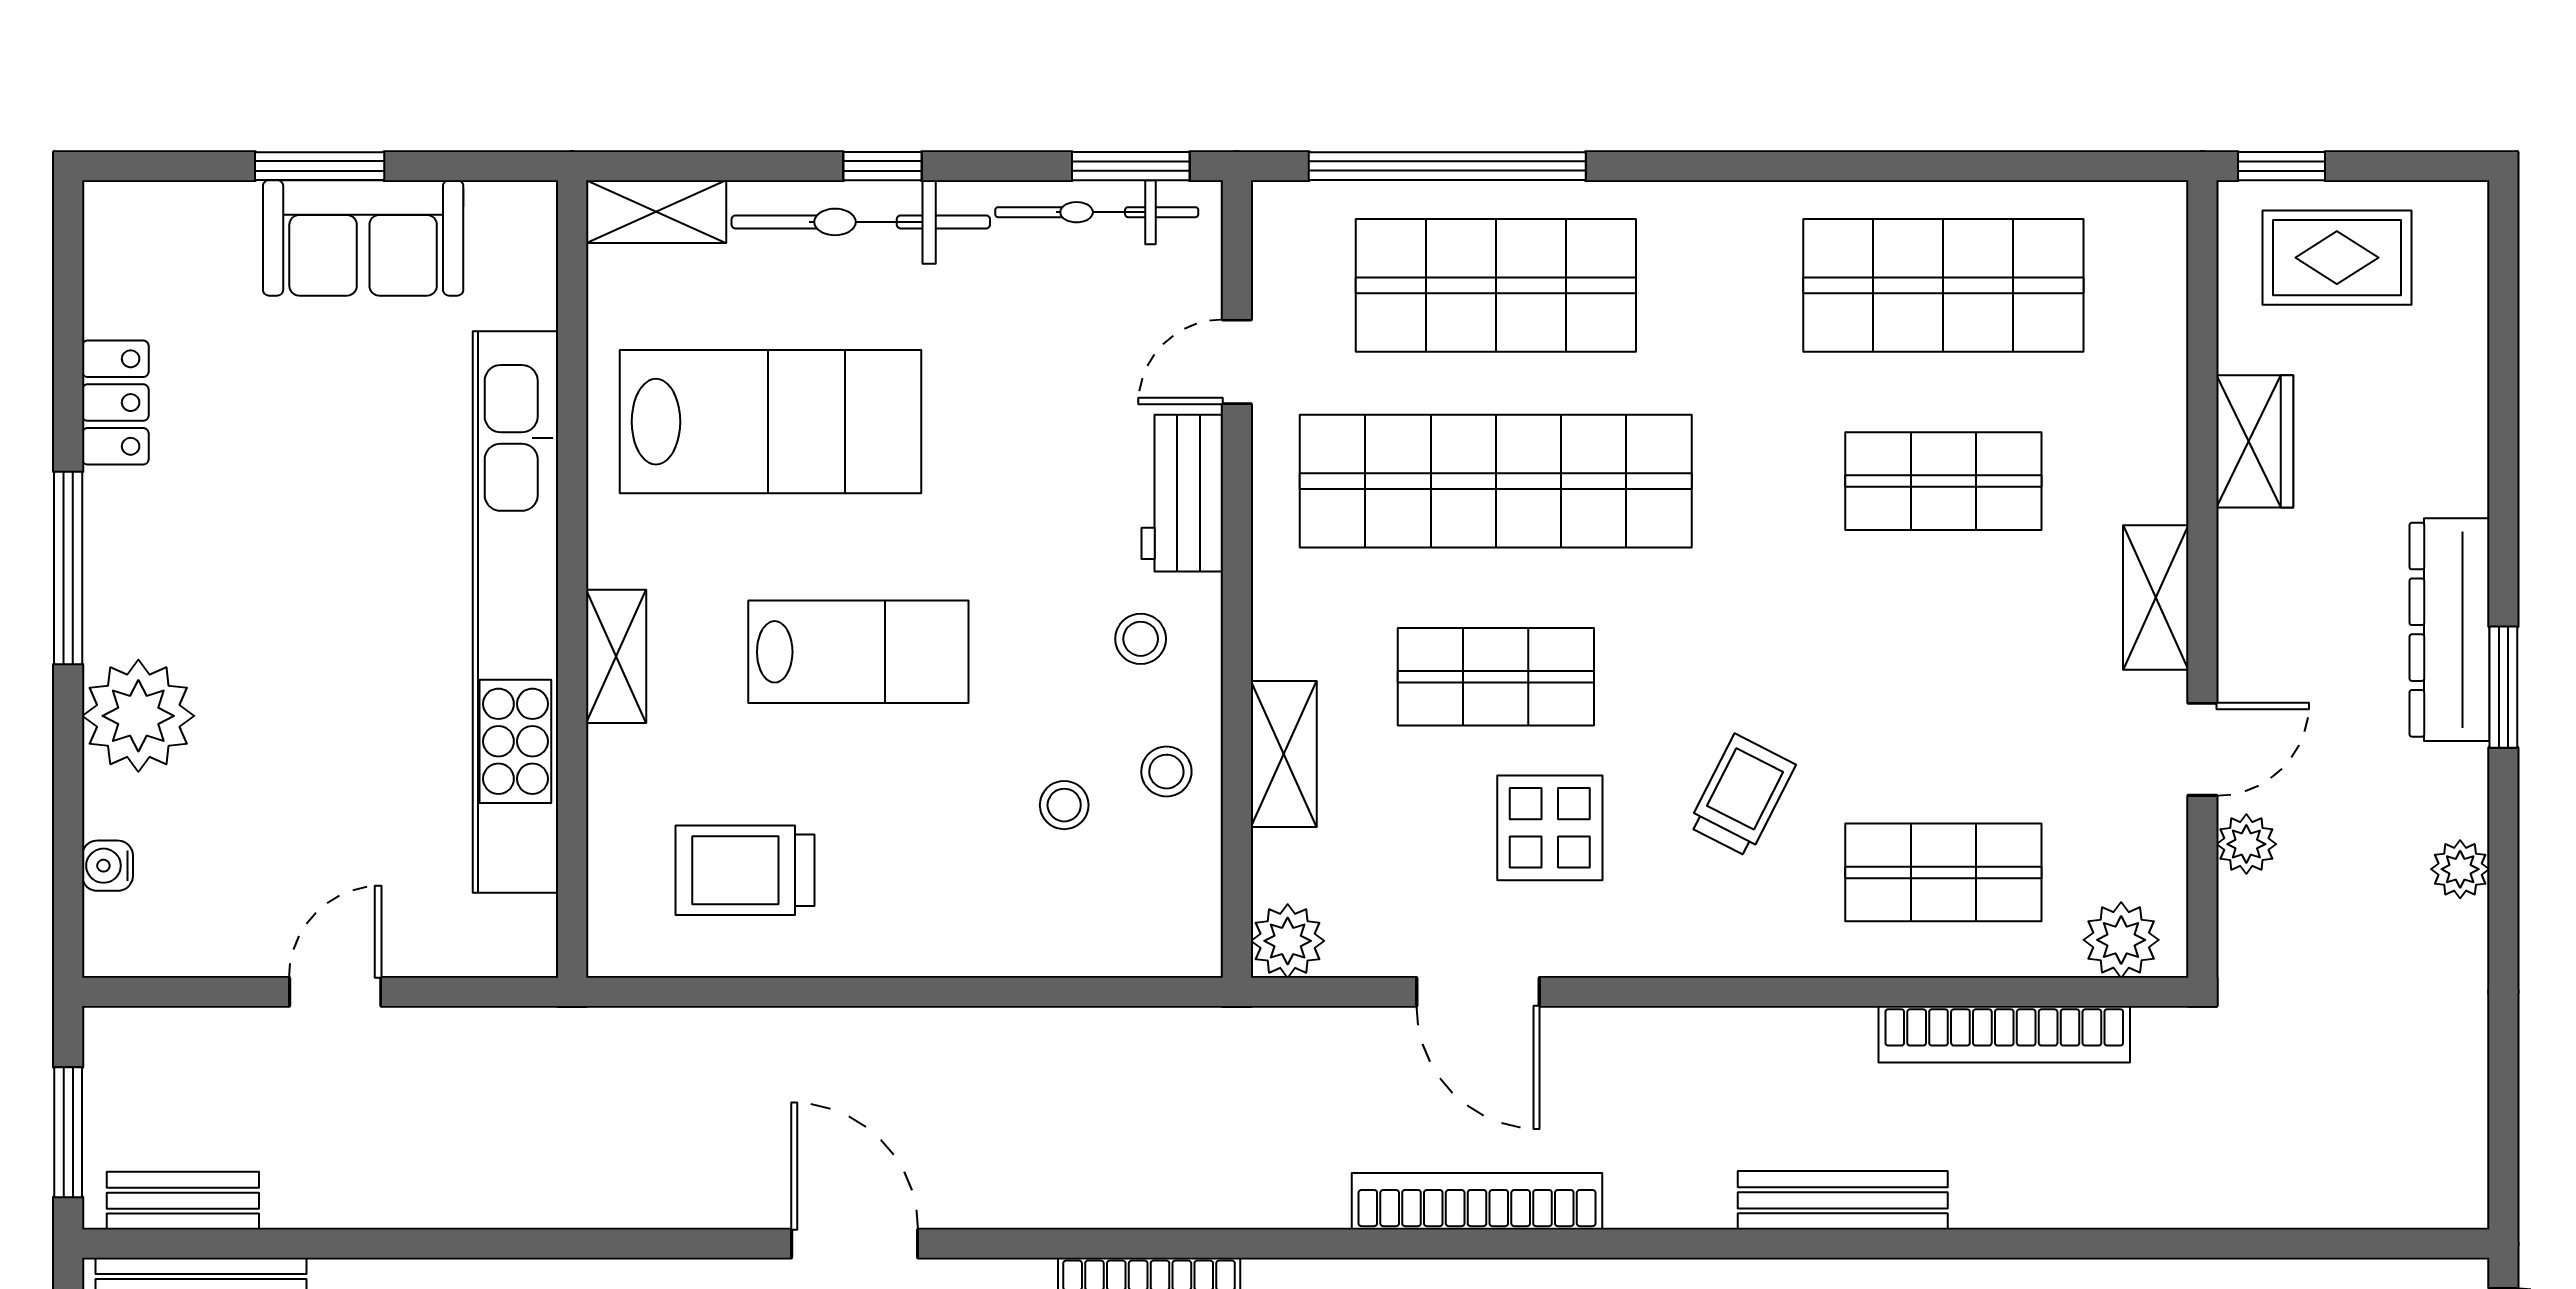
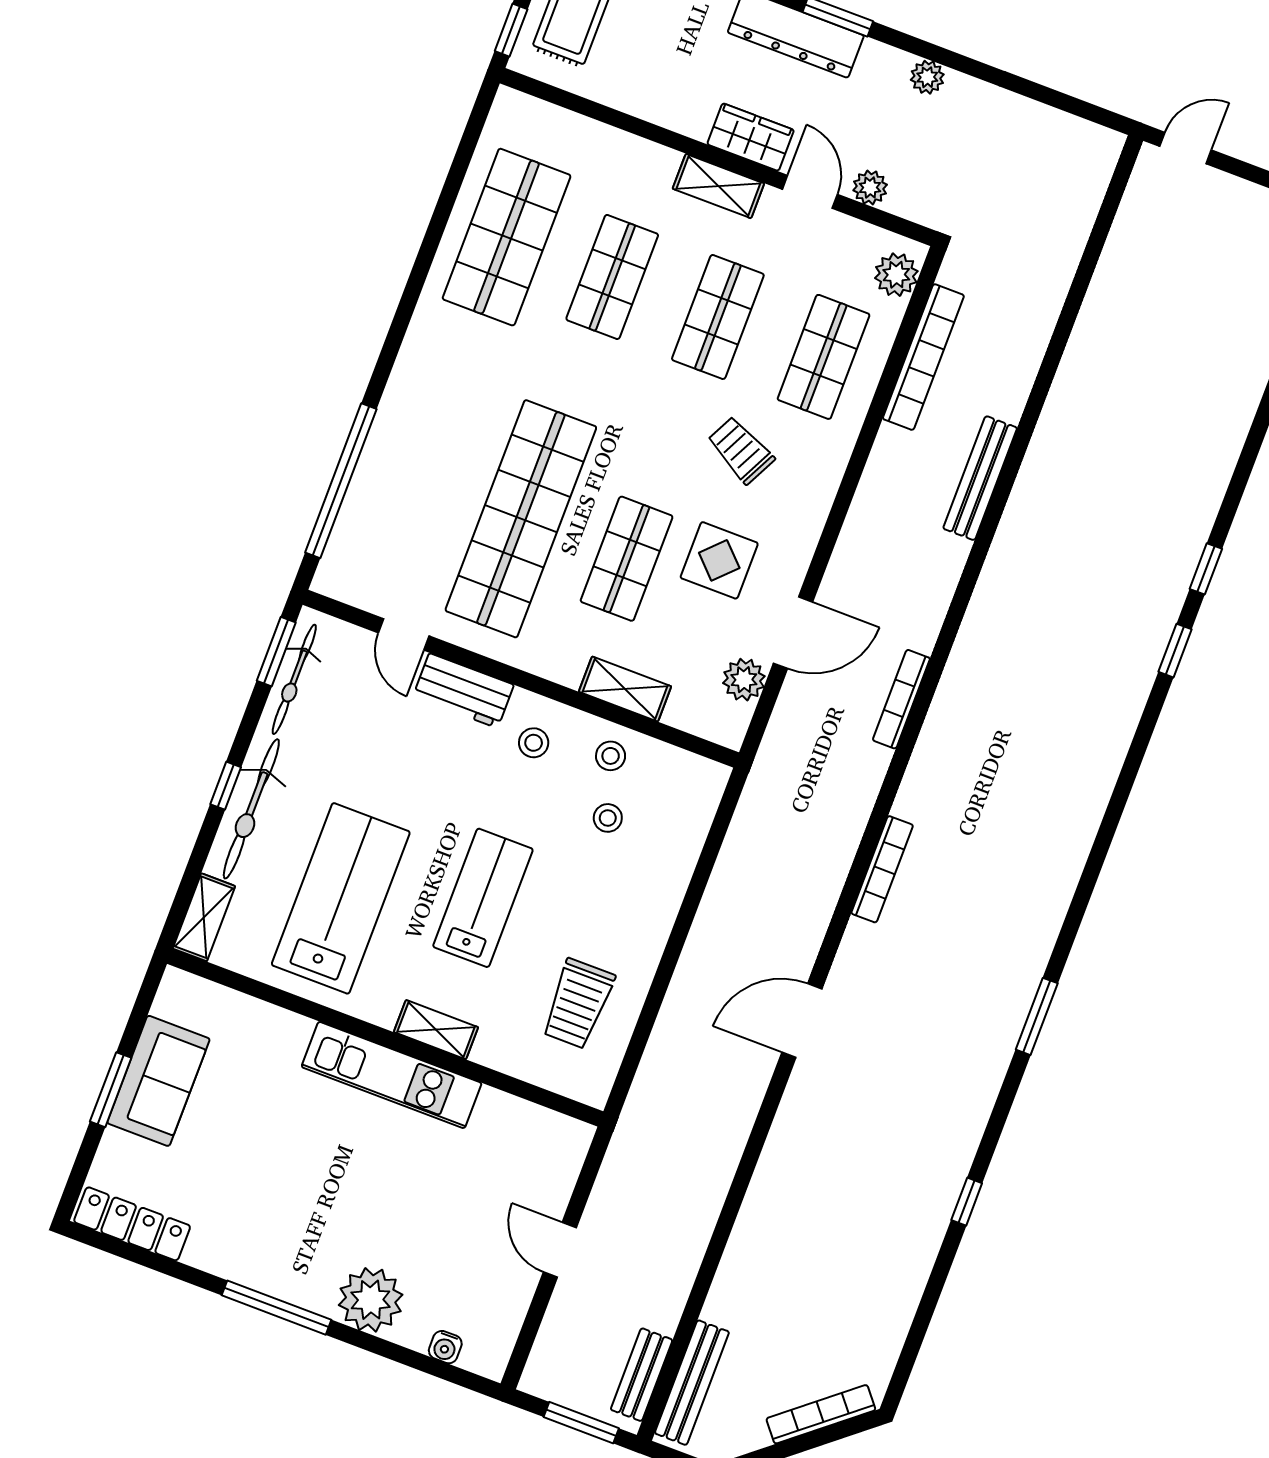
shop shelf: (1496, 285) -> (718, 317), moved, width x0.70, depth x0.74
locker: (115, 403) -> (132, 1224), moved, width x1.53
wardrobe: (2255, 441) -> (751, 137), moved
kitchen unit: (515, 612) -> (392, 1075), width x0.54
plant: (1288, 941) -> (744, 680), moved
bookcase: (1477, 1201) -> (901, 699), width x0.68, depth x0.76

